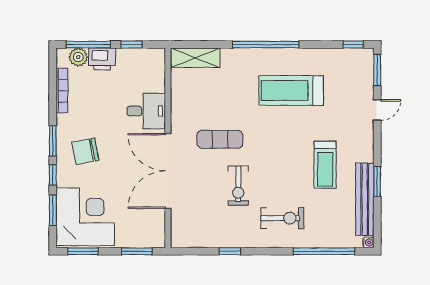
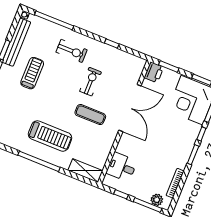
printer: (102, 59) -> (154, 72), moved, turned 90
treadmill: (291, 91) -> (50, 136), moved
desk: (146, 111) -> (122, 167), moved
chair: (85, 151) -> (176, 140), removed
exercise bike: (282, 218) -> (72, 51), turned 180

